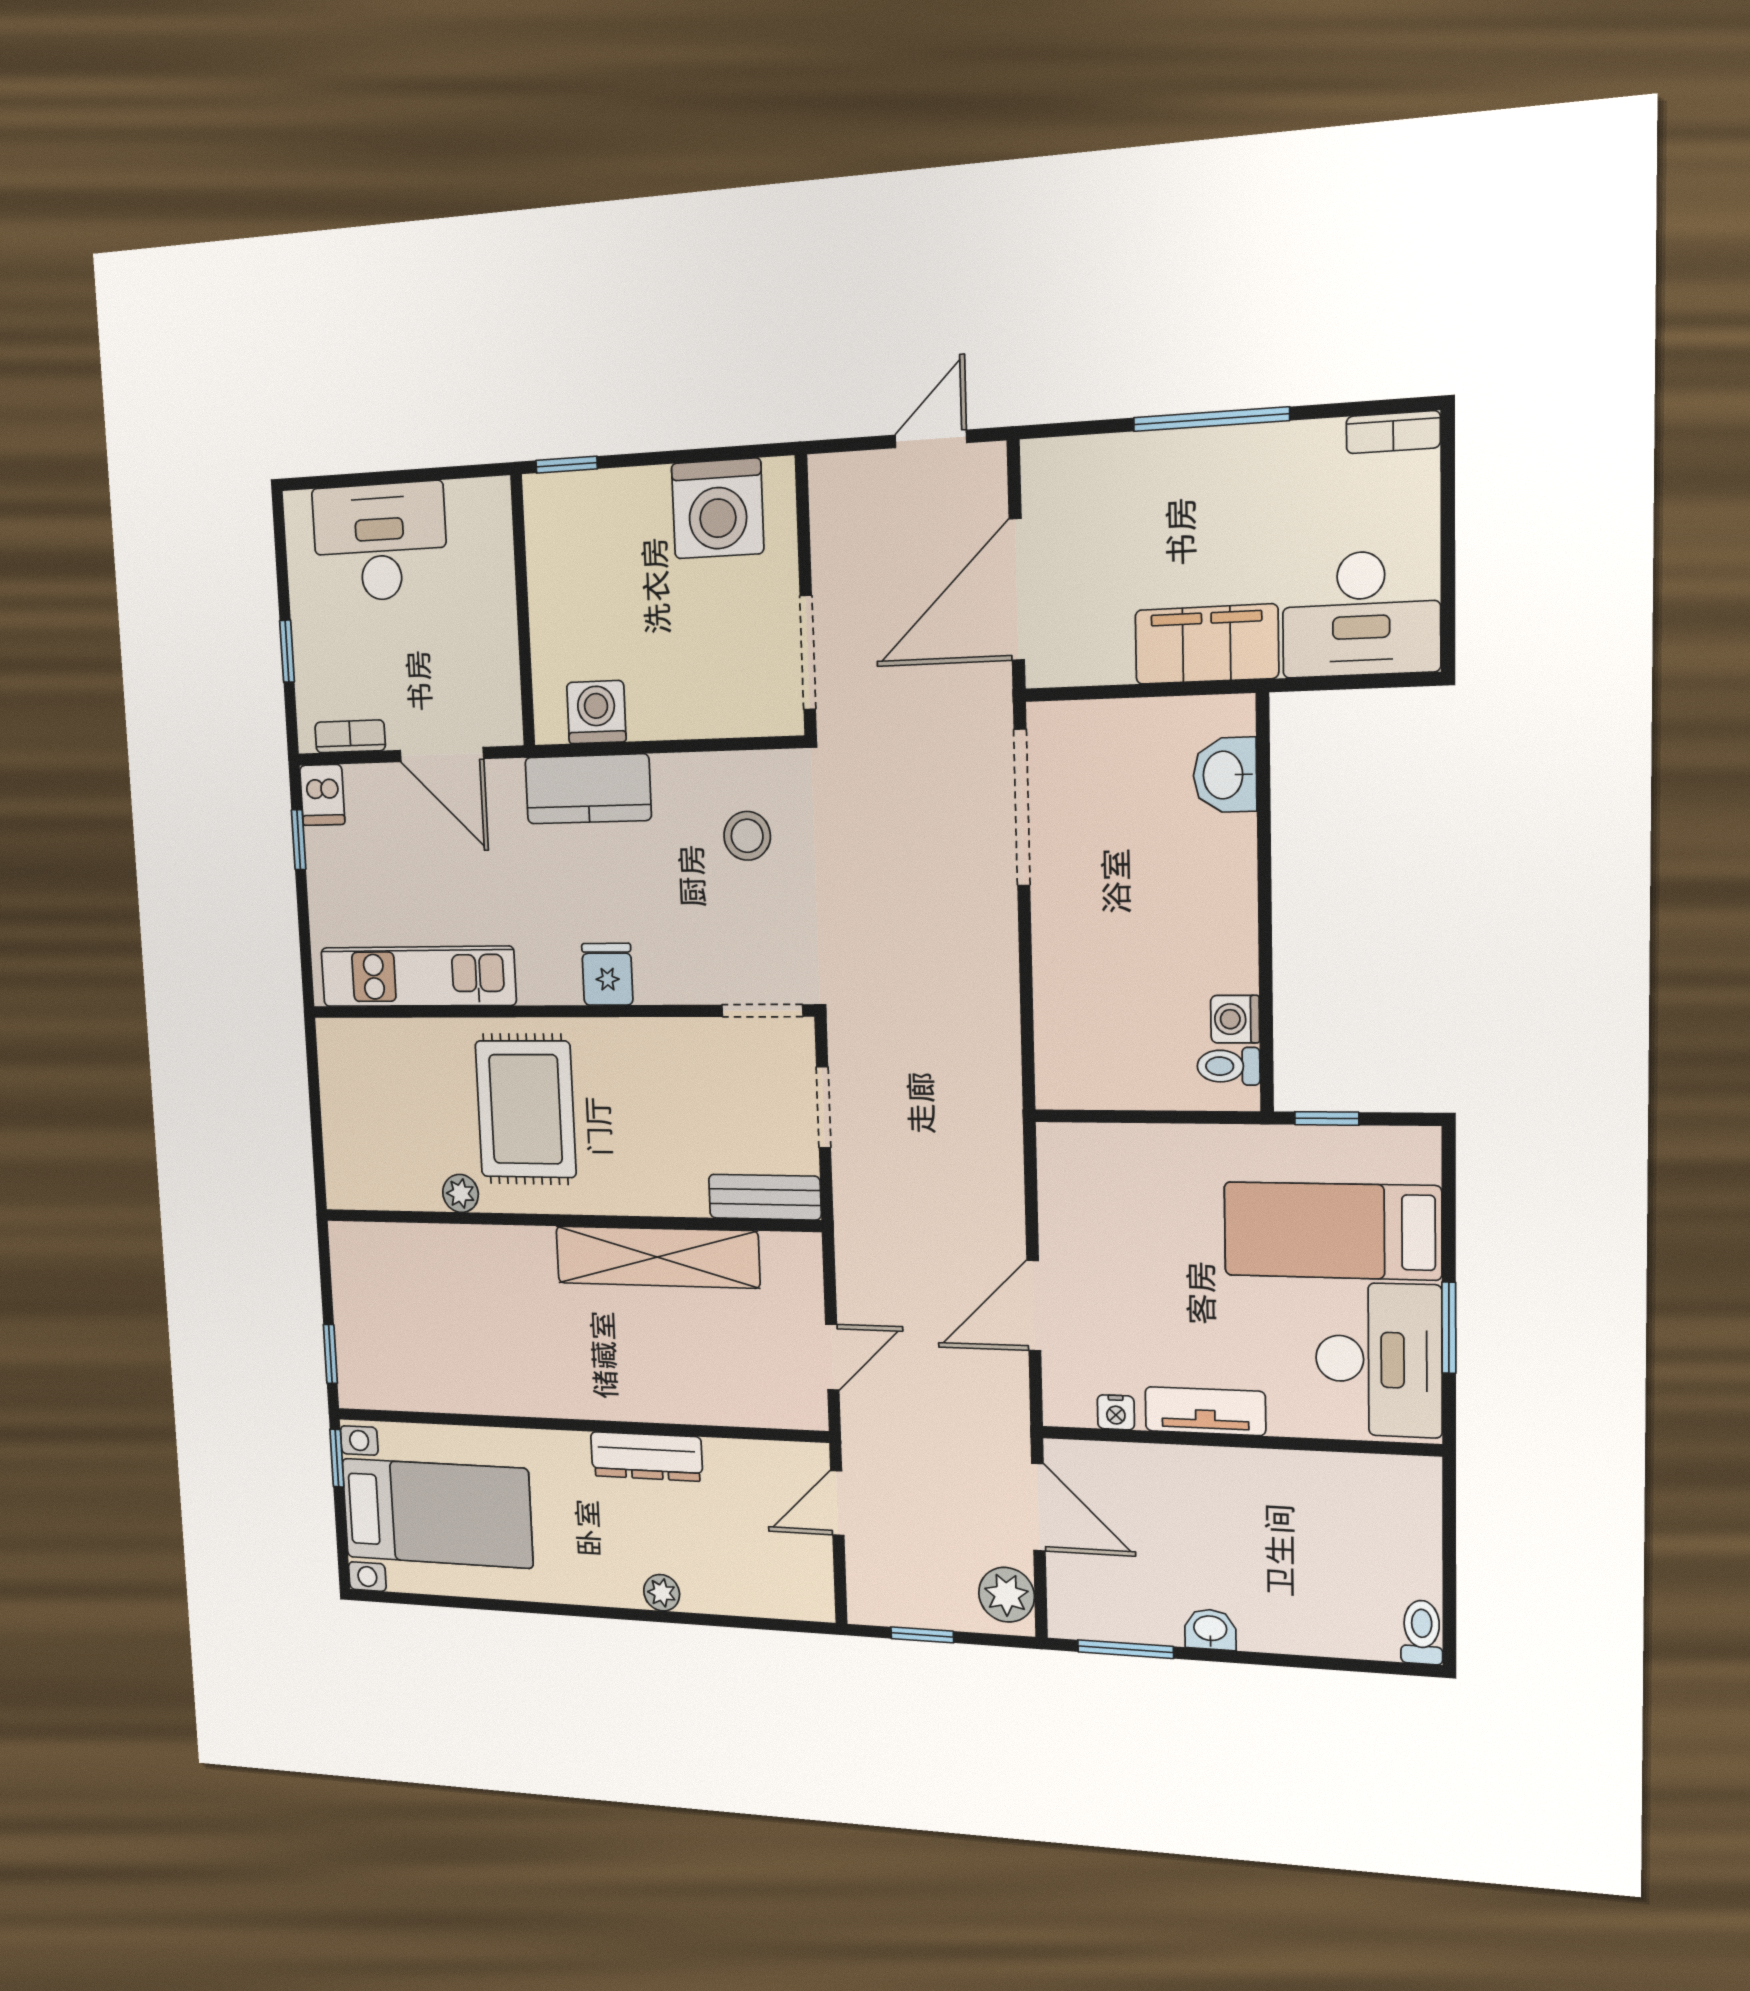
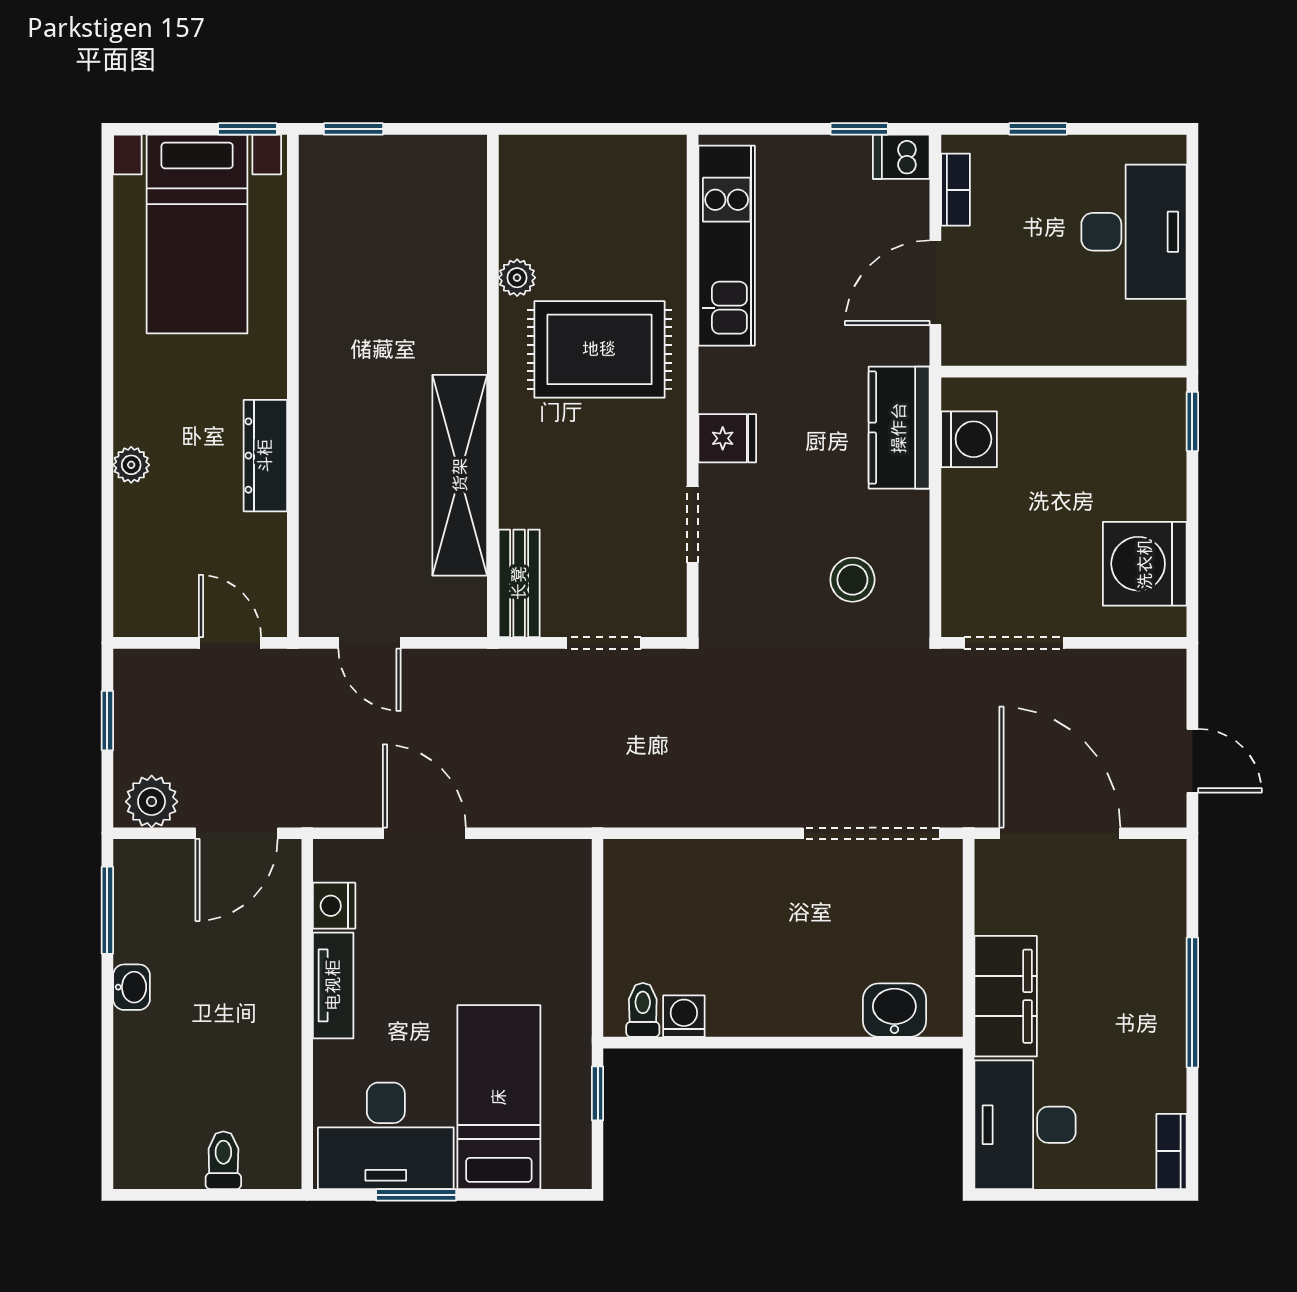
doorway: (762, 1011) -> (693, 525), moved
nightstand: (1116, 1412) -> (334, 906), width x1.39, depth x1.35
toilet: (1422, 1632) -> (223, 1160), moved, turned -90

